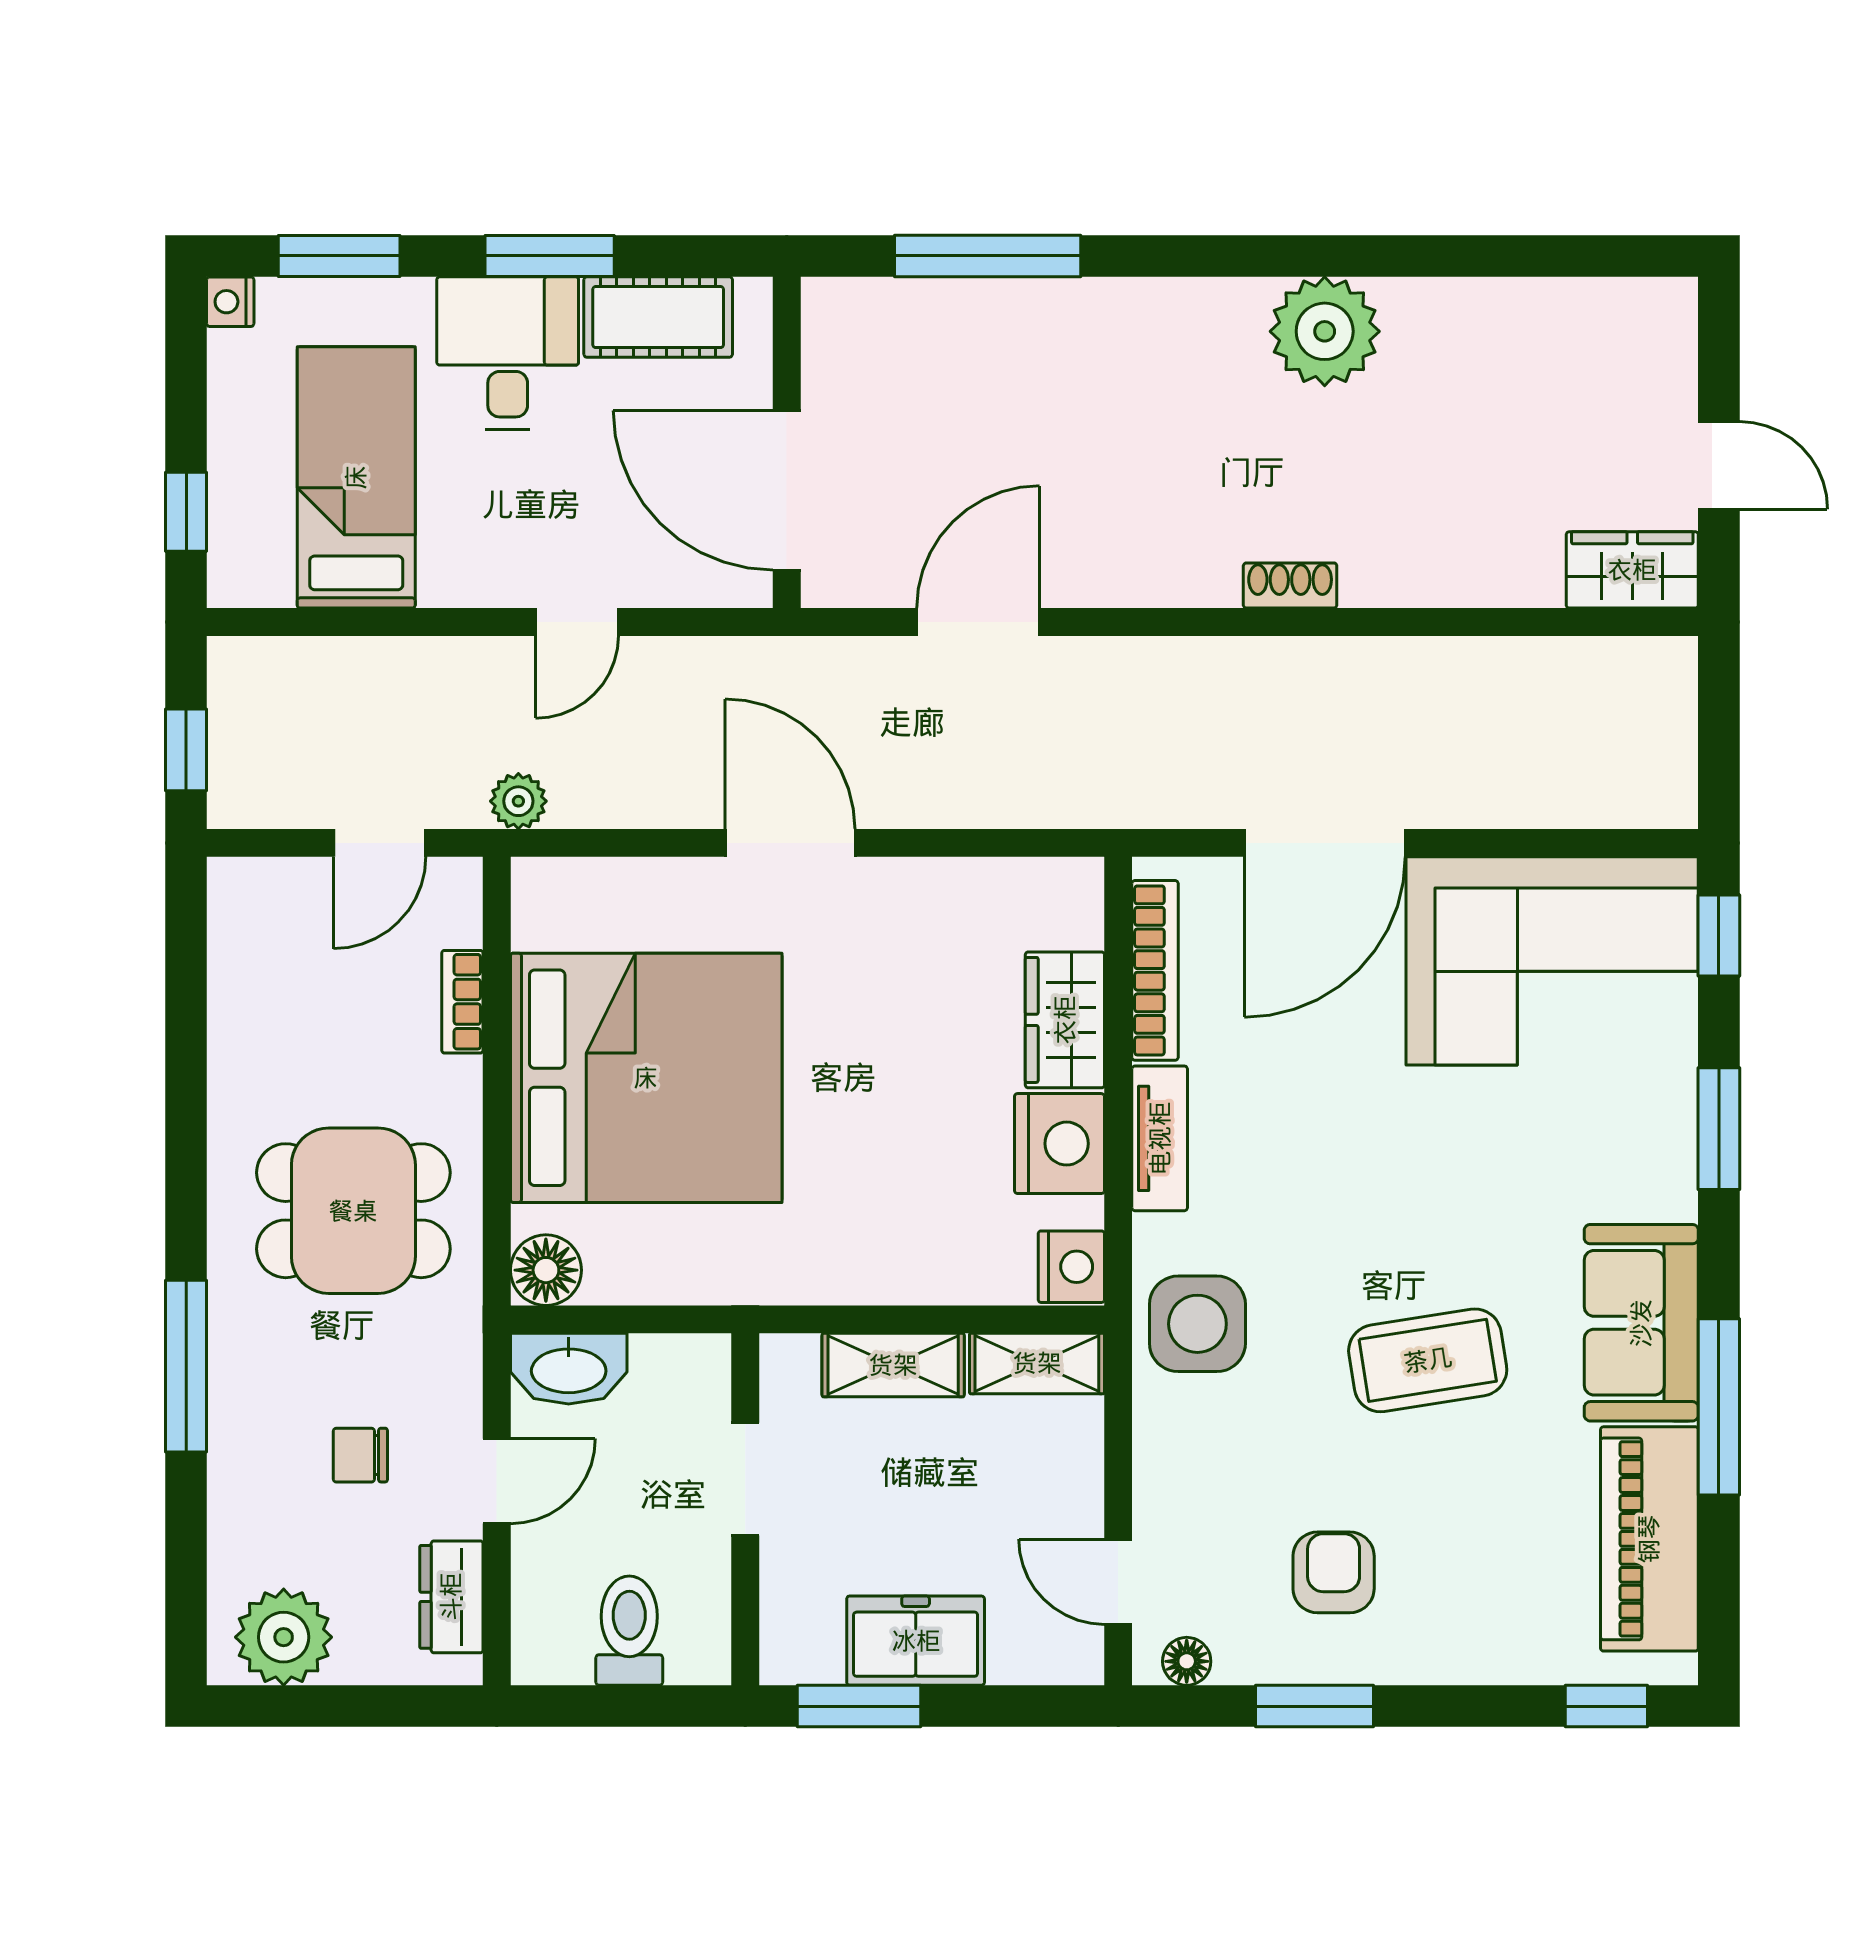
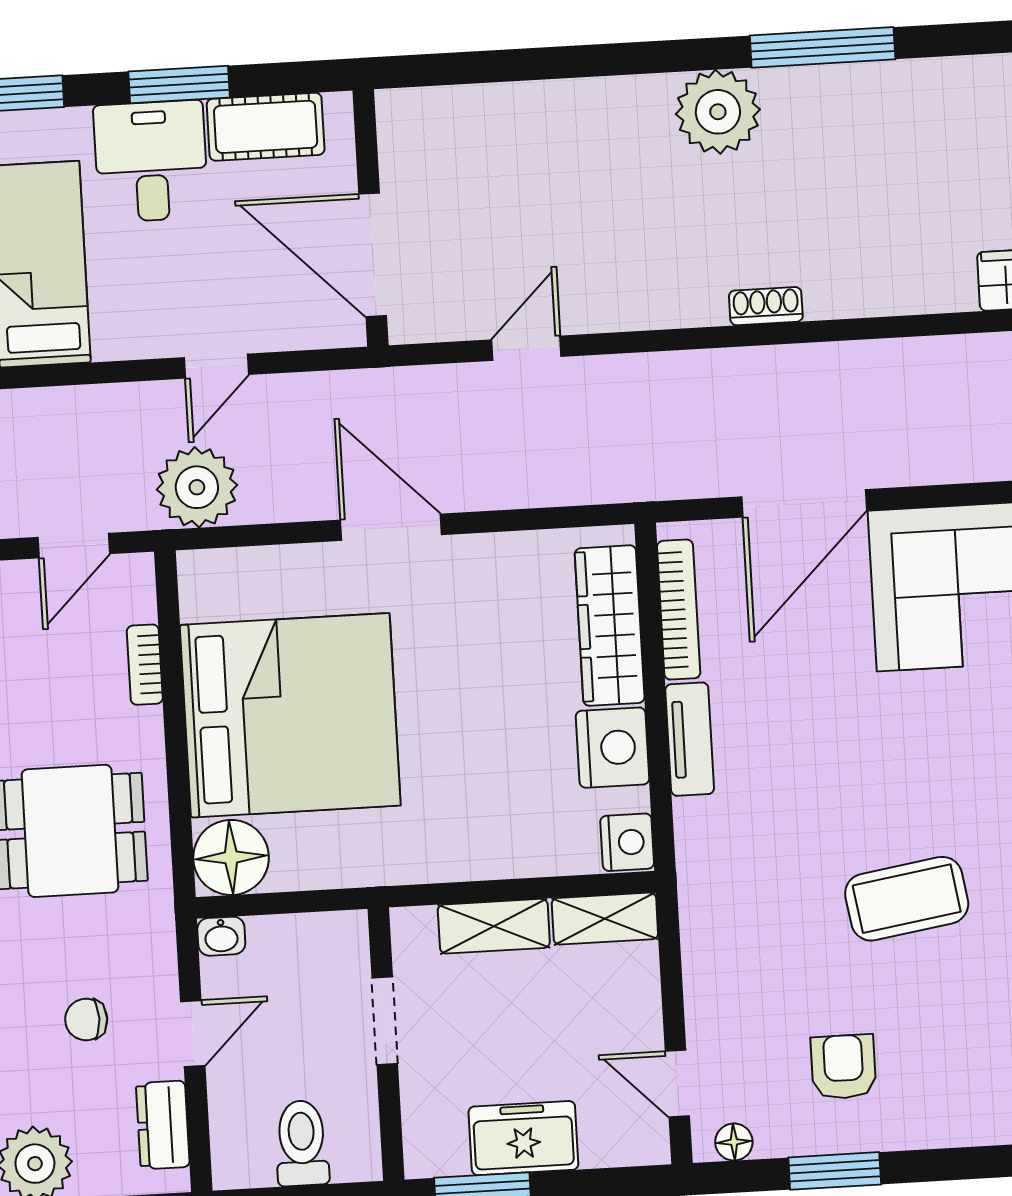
window: (988, 256) -> (823, 47), moved
plant: (1325, 331) -> (718, 112), moved
door: (978, 622) -> (526, 348), width x0.73
plant: (518, 801) -> (197, 487), width x1.88, depth x1.88
wardrobe: (1065, 1020) -> (610, 626), width x1.50
floor lamp: (546, 1270) -> (231, 857), width x1.38, depth x1.38
side table: (1197, 1324) -> (727, 881), removed
washbasin: (569, 1369) -> (221, 936), width x0.52, depth x0.69

